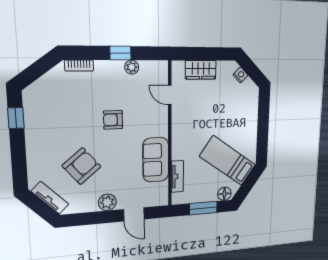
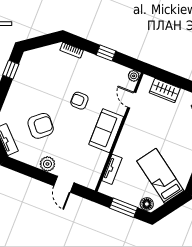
plant: (132, 67) -> (134, 76), moved
sofa: (156, 160) -> (106, 131), moved

